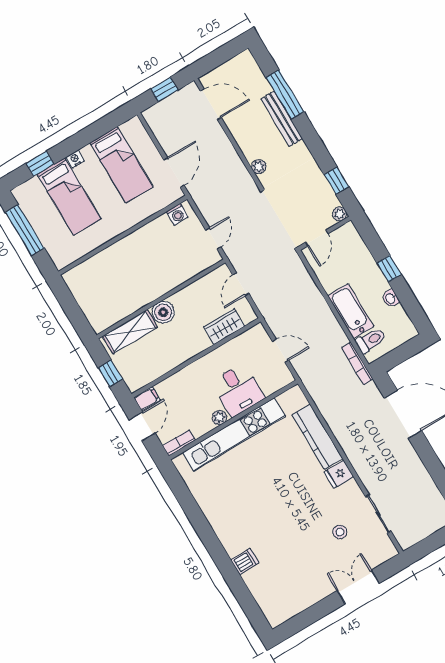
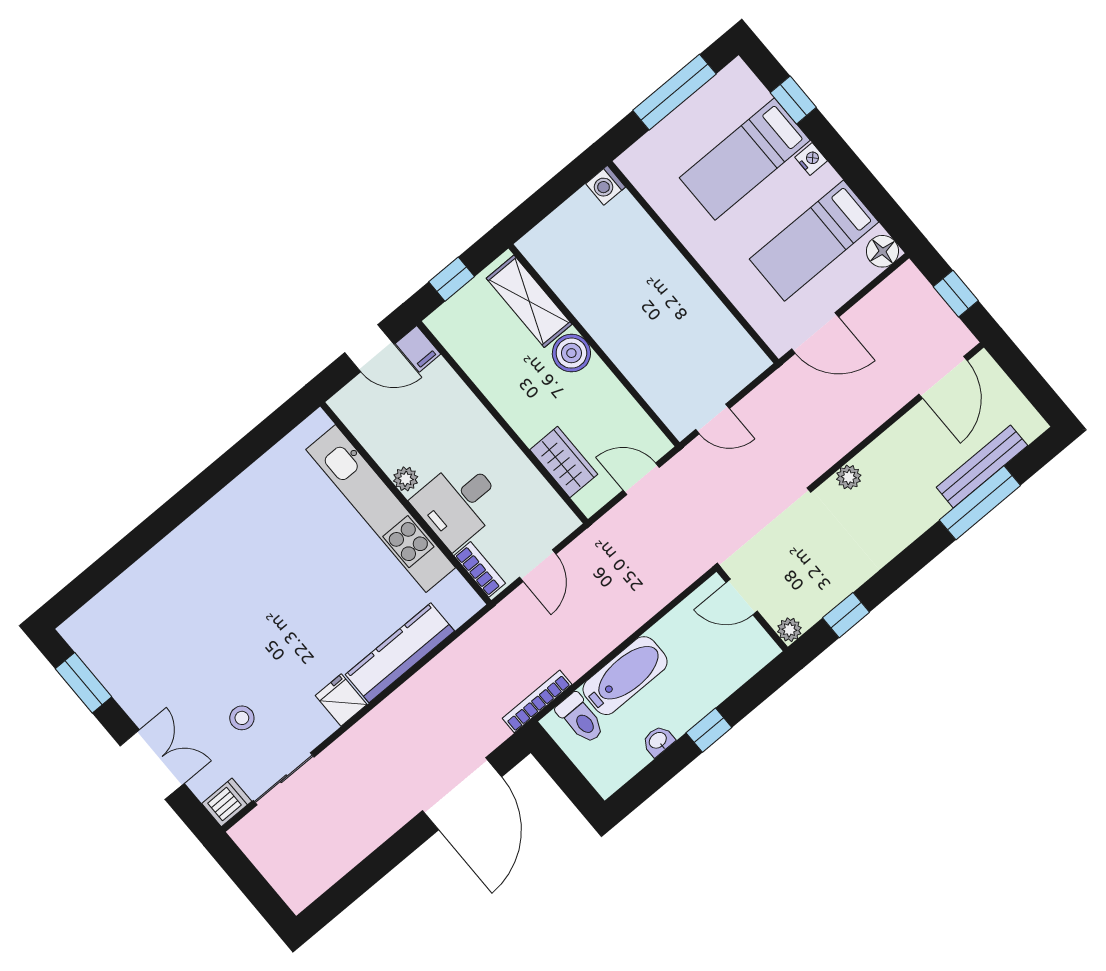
bench: (282, 119) -> (982, 466), moved
floor lamp: (134, 127) -> (882, 251), added
washing machine: (177, 214) -> (606, 185), moved
bookcase: (179, 443) -> (480, 569), moved
dishwasher: (245, 561) -> (227, 802), moved, turned -90
window: (306, 618) -> (84, 683), added

